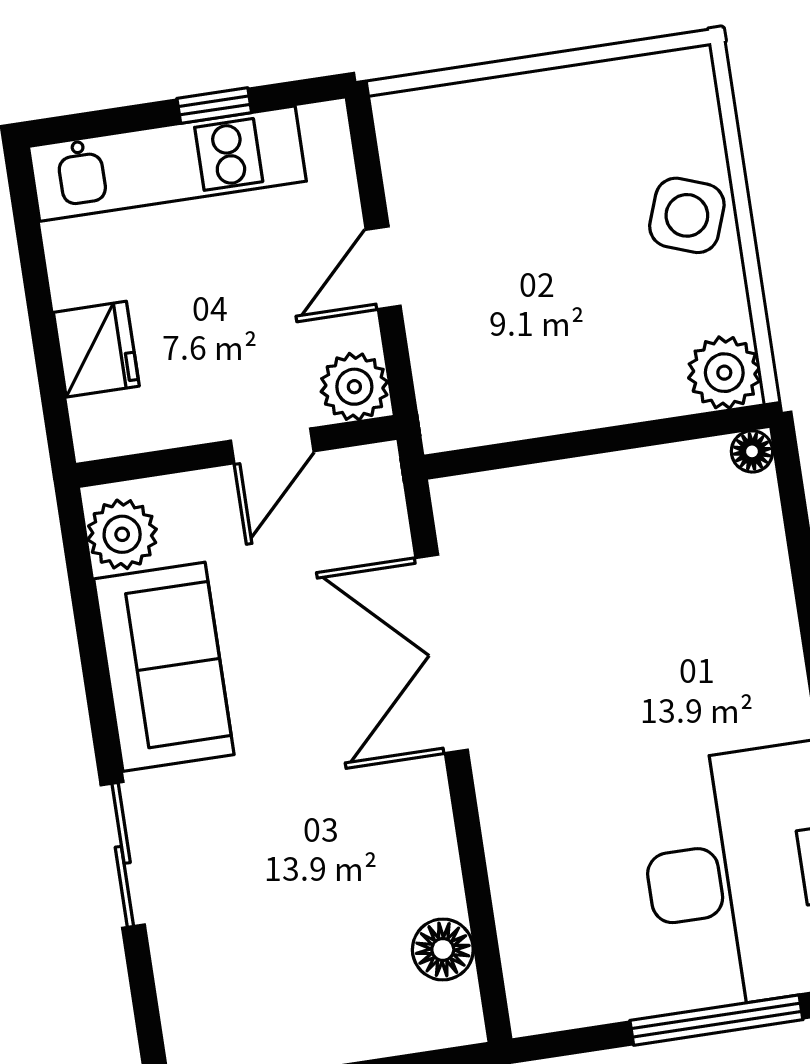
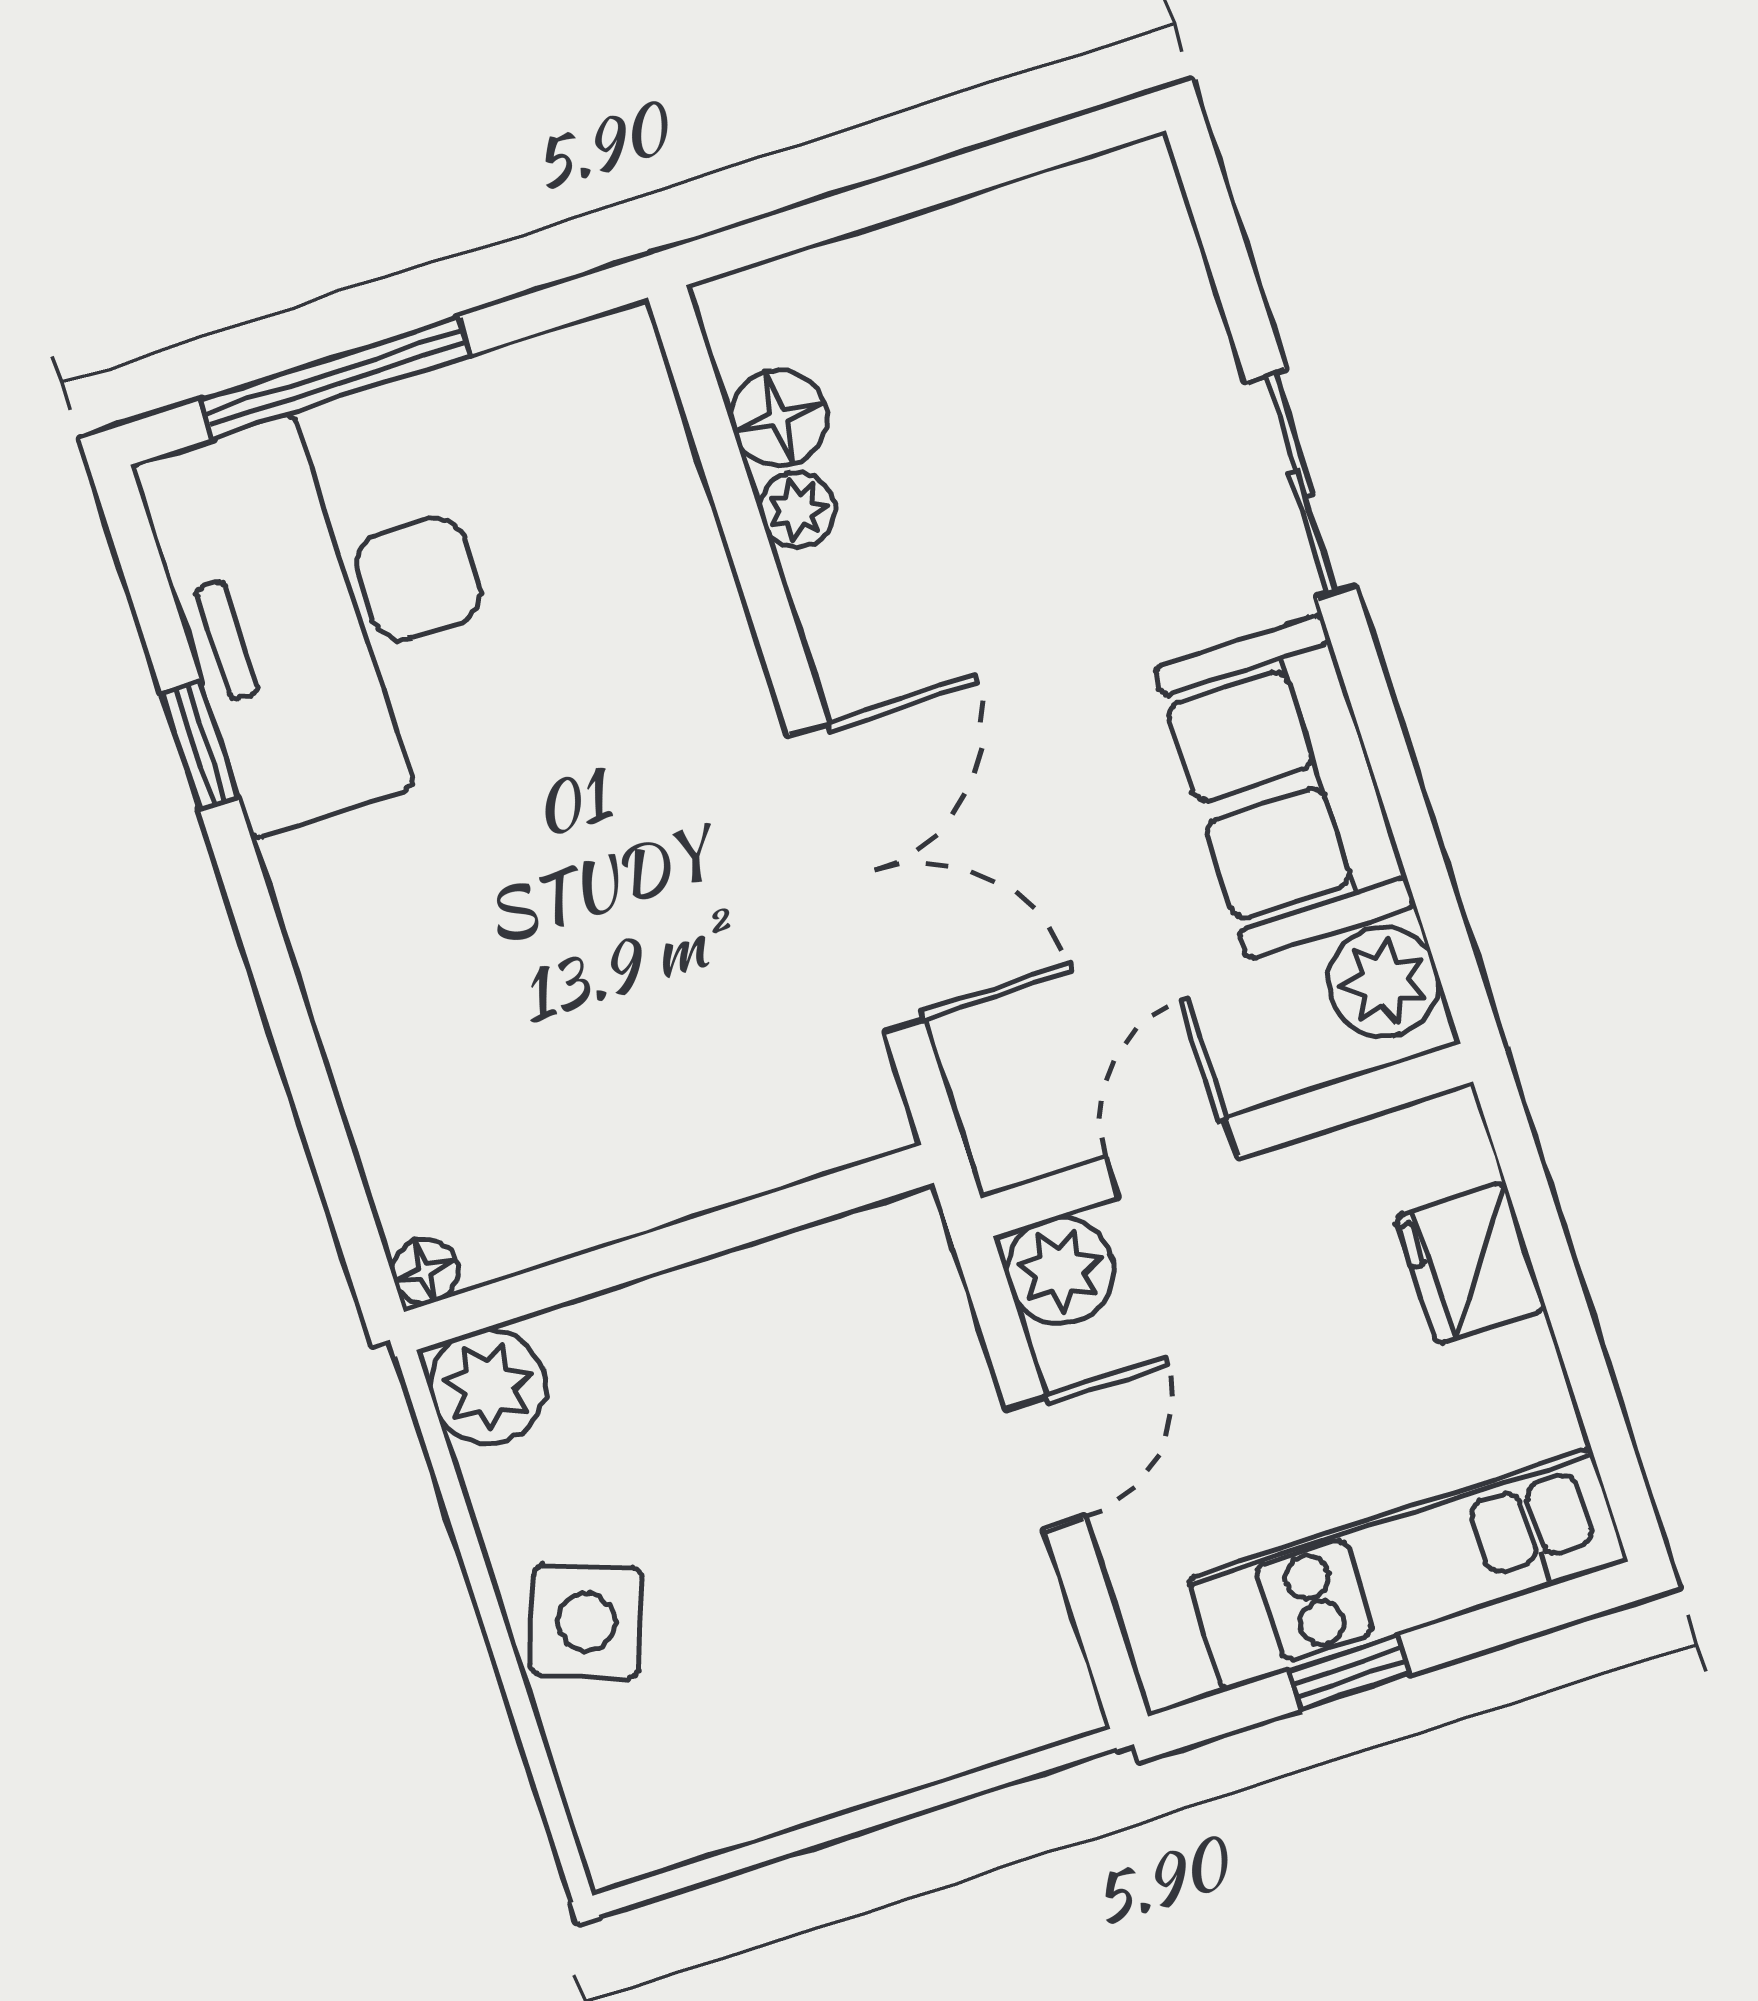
plant: (440, 890) -> (798, 510), added

